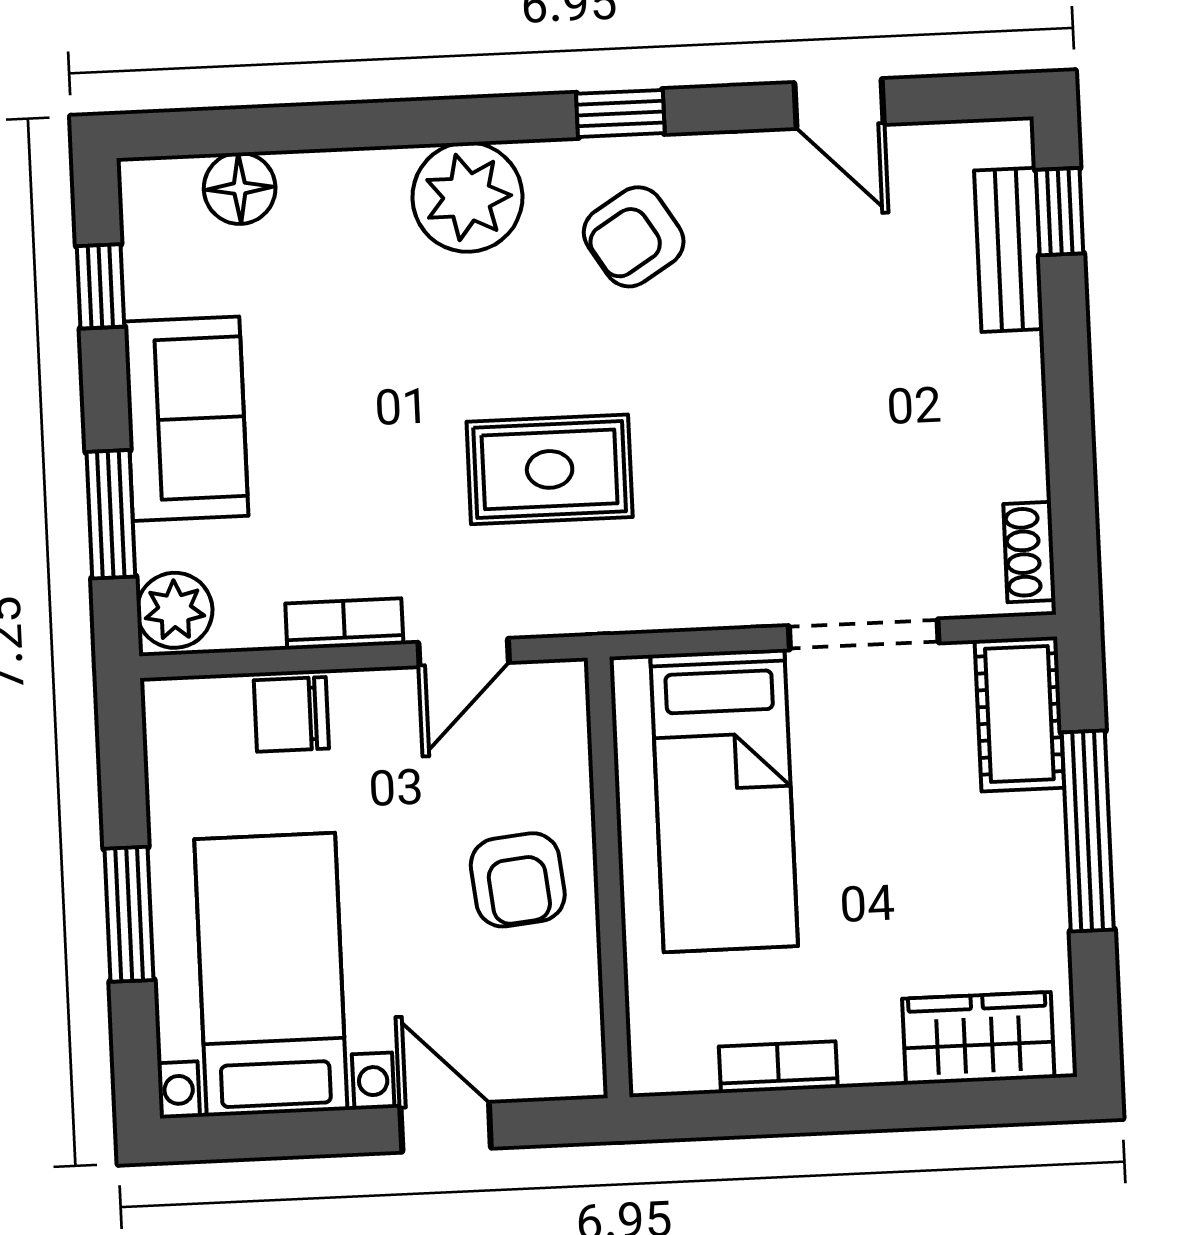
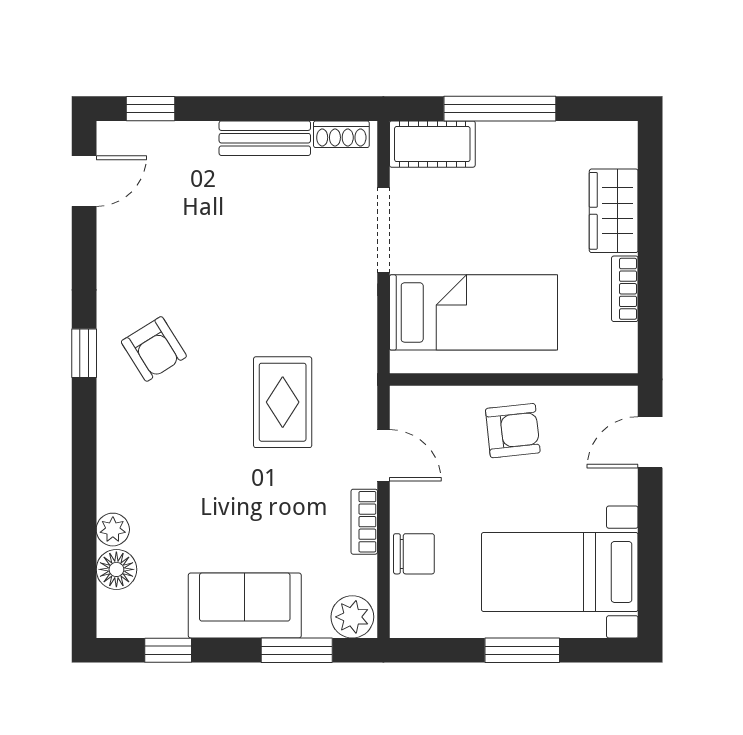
door: (839, 104) -> (84, 181), moved
plant: (467, 197) -> (113, 530), moved, width x0.53, depth x0.53
bench: (1009, 250) -> (265, 138), moved
chair: (291, 714) -> (414, 554), turned -90
wardrobe: (978, 1038) -> (614, 211), moved
door: (446, 1127) -> (650, 442), moved

